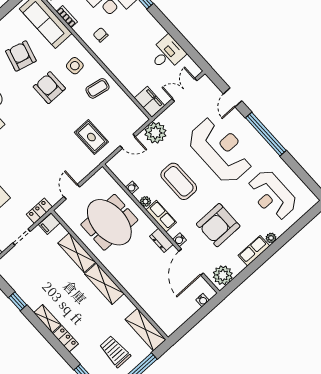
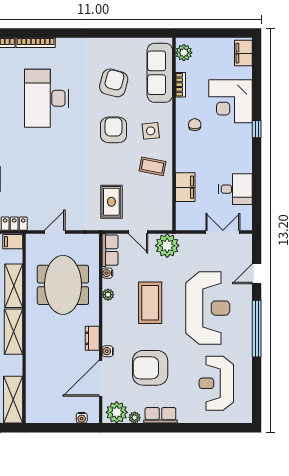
filing cabinet: (150, 102) -> (185, 187), moved
row of seats: (161, 216) -> (110, 250), moved
plant: (271, 238) -> (135, 418), moved

